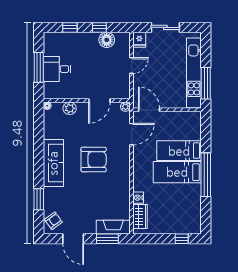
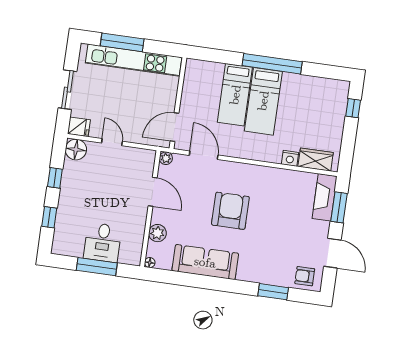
floor lamp: (107, 40) -> (76, 150), moved
window: (206, 83) -> (122, 42), moved
sofa: (53, 163) -> (205, 262), moved
armchair: (53, 221) -> (305, 276), turned -54
door: (73, 239) -> (332, 253), hinge flipped

